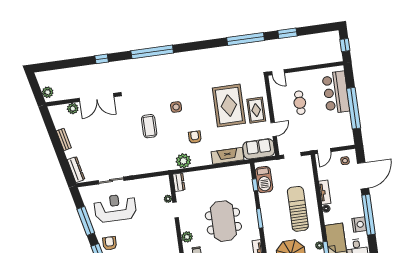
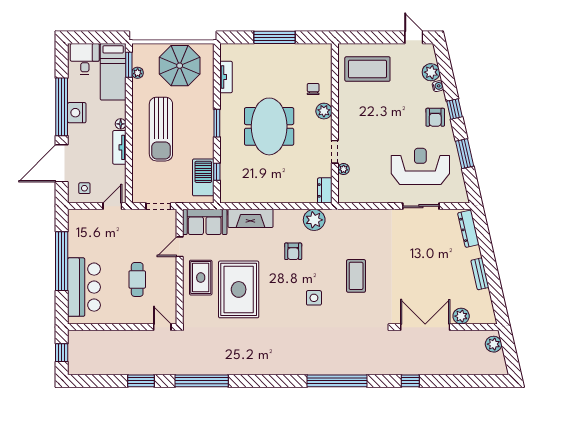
reception desk: (115, 208) -> (420, 166), turned 180
window: (86, 221) -> (465, 154), width x0.69
nightstand: (359, 224) -> (77, 113), moved

